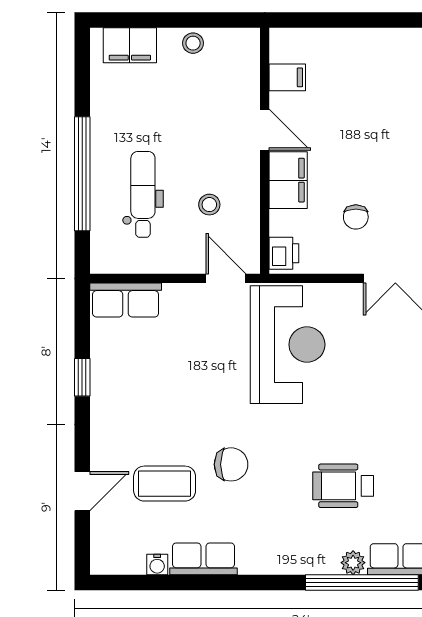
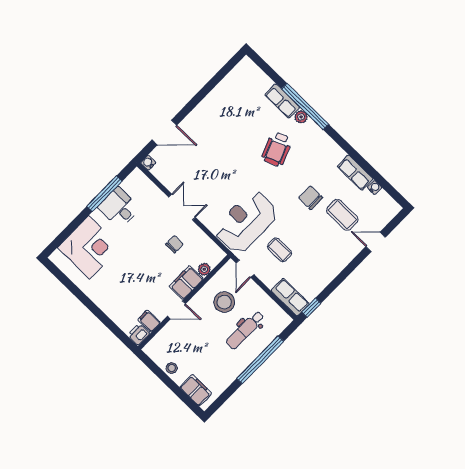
door: (265, 130) -> (177, 310), swing flipped
stool: (209, 205) -> (224, 302), width x1.89, depth x1.89
plant: (281, 223) -> (204, 269), added
printer: (284, 253) -> (139, 334), moved
coffee table: (204, 351) -> (280, 250), added
window: (82, 377) -> (311, 308), moved
wheelchair: (343, 486) -> (277, 149), turned 68

